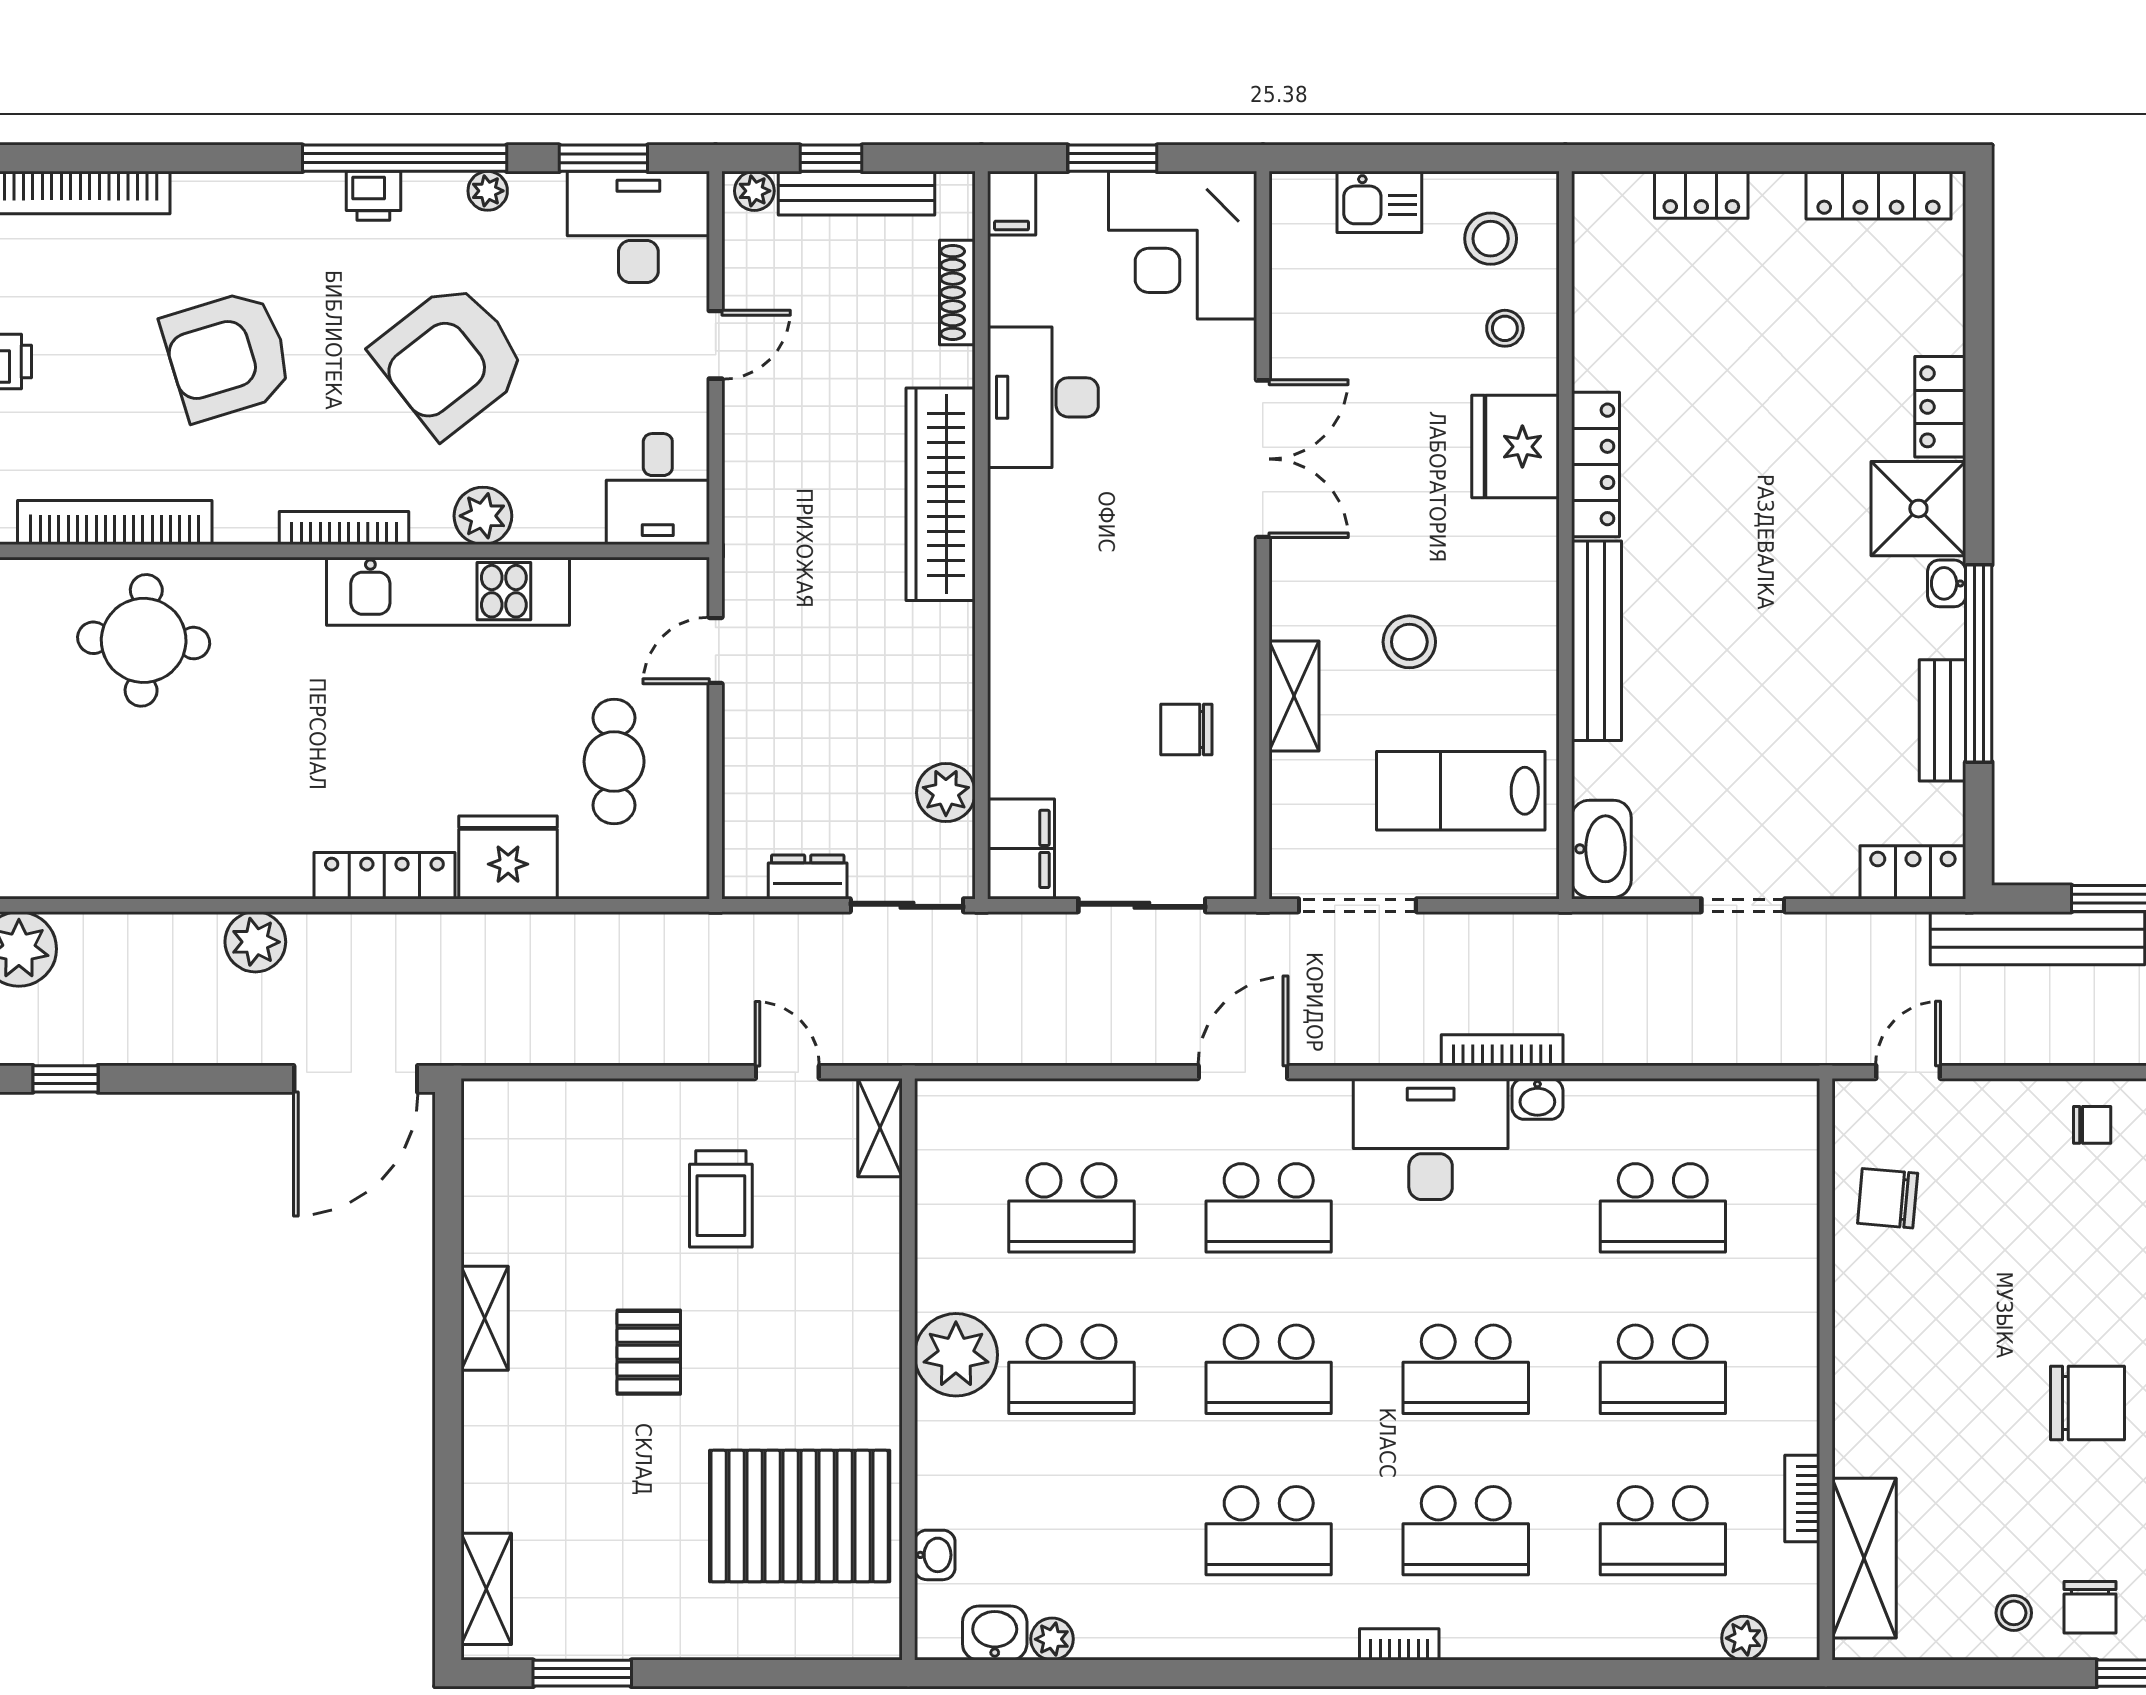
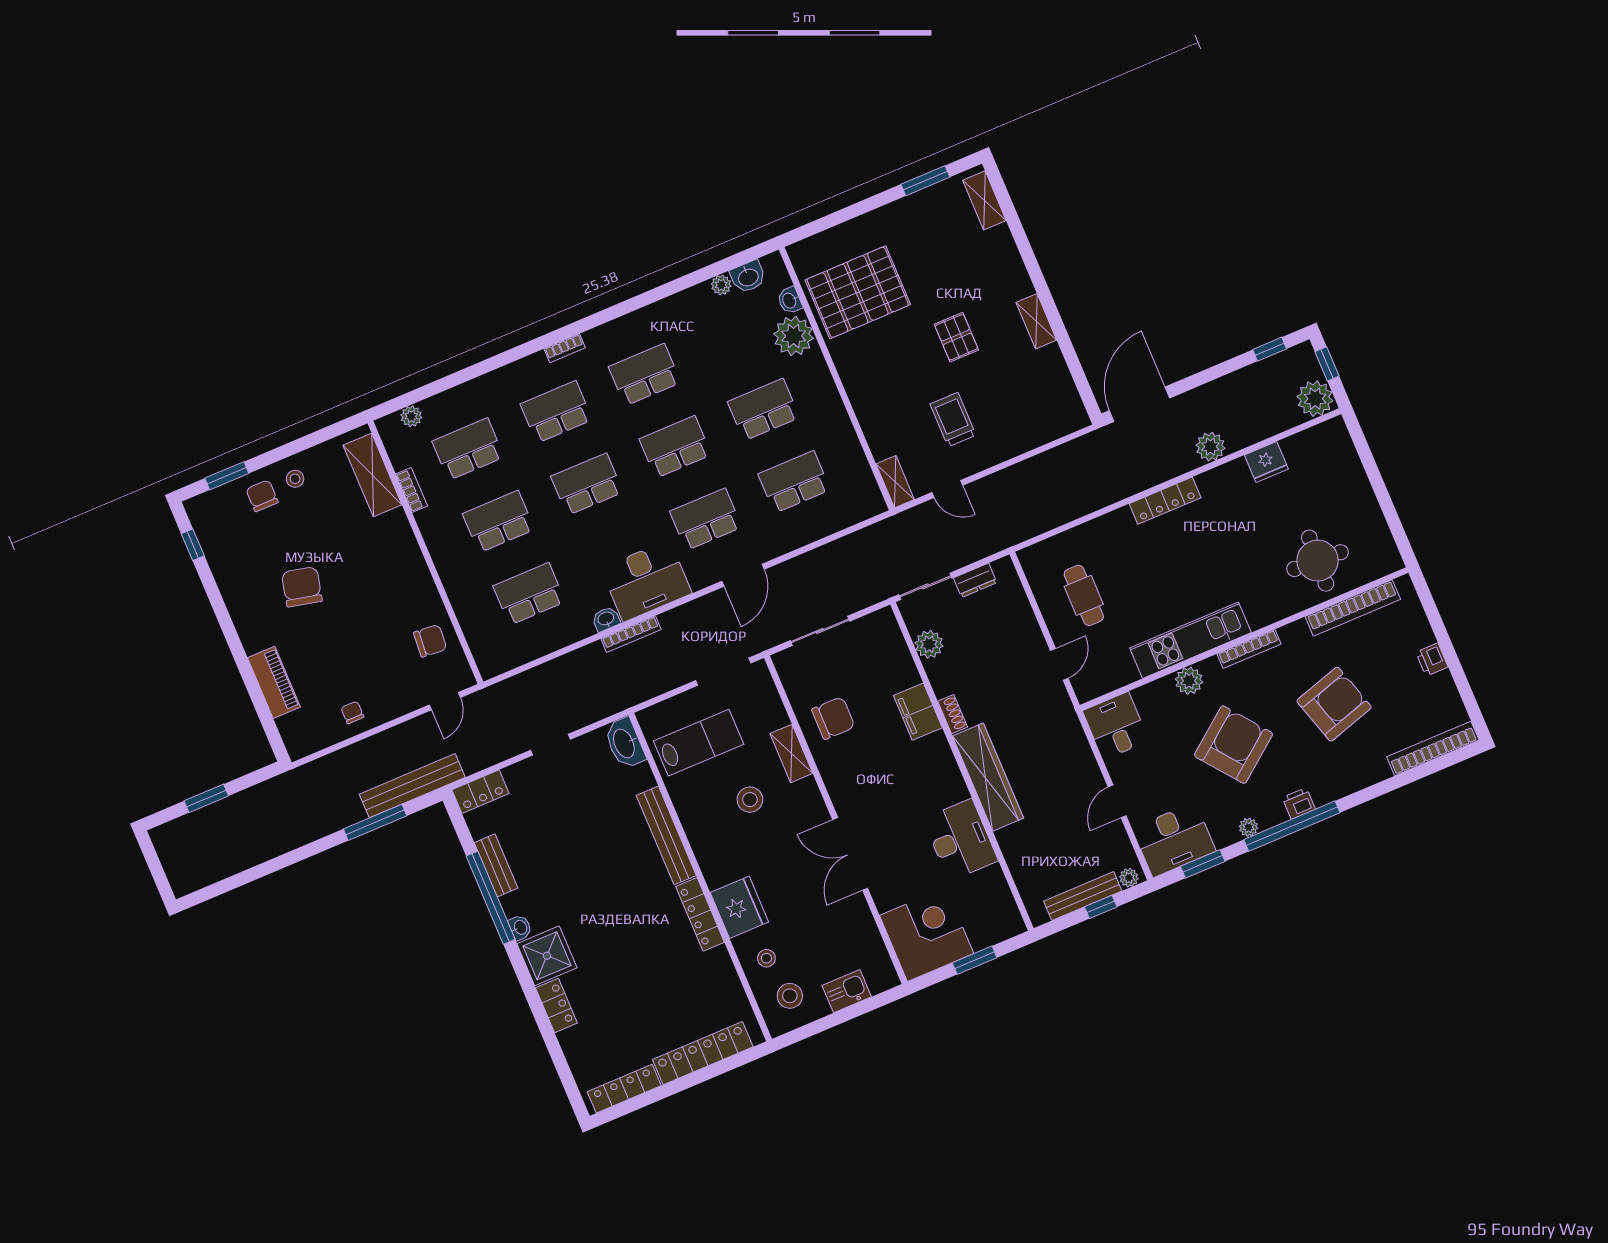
locker: (1701, 195) -> (703, 1053), width x2.16, depth x1.21
filing cabinet: (1012, 203) -> (1011, 921), removed
shoe rack: (957, 292) -> (953, 714), moved, width x0.70
chair: (1186, 729) -> (833, 718), width x1.37, depth x1.37
filing cabinet: (1021, 849) -> (918, 712), moved
fridge: (508, 857) -> (1266, 462), moved, width x0.73, depth x0.75
chair: (2092, 1125) -> (352, 712), turned 90
plant: (956, 1355) -> (794, 336), moved
chair: (2088, 1403) -> (302, 587), turned 103

